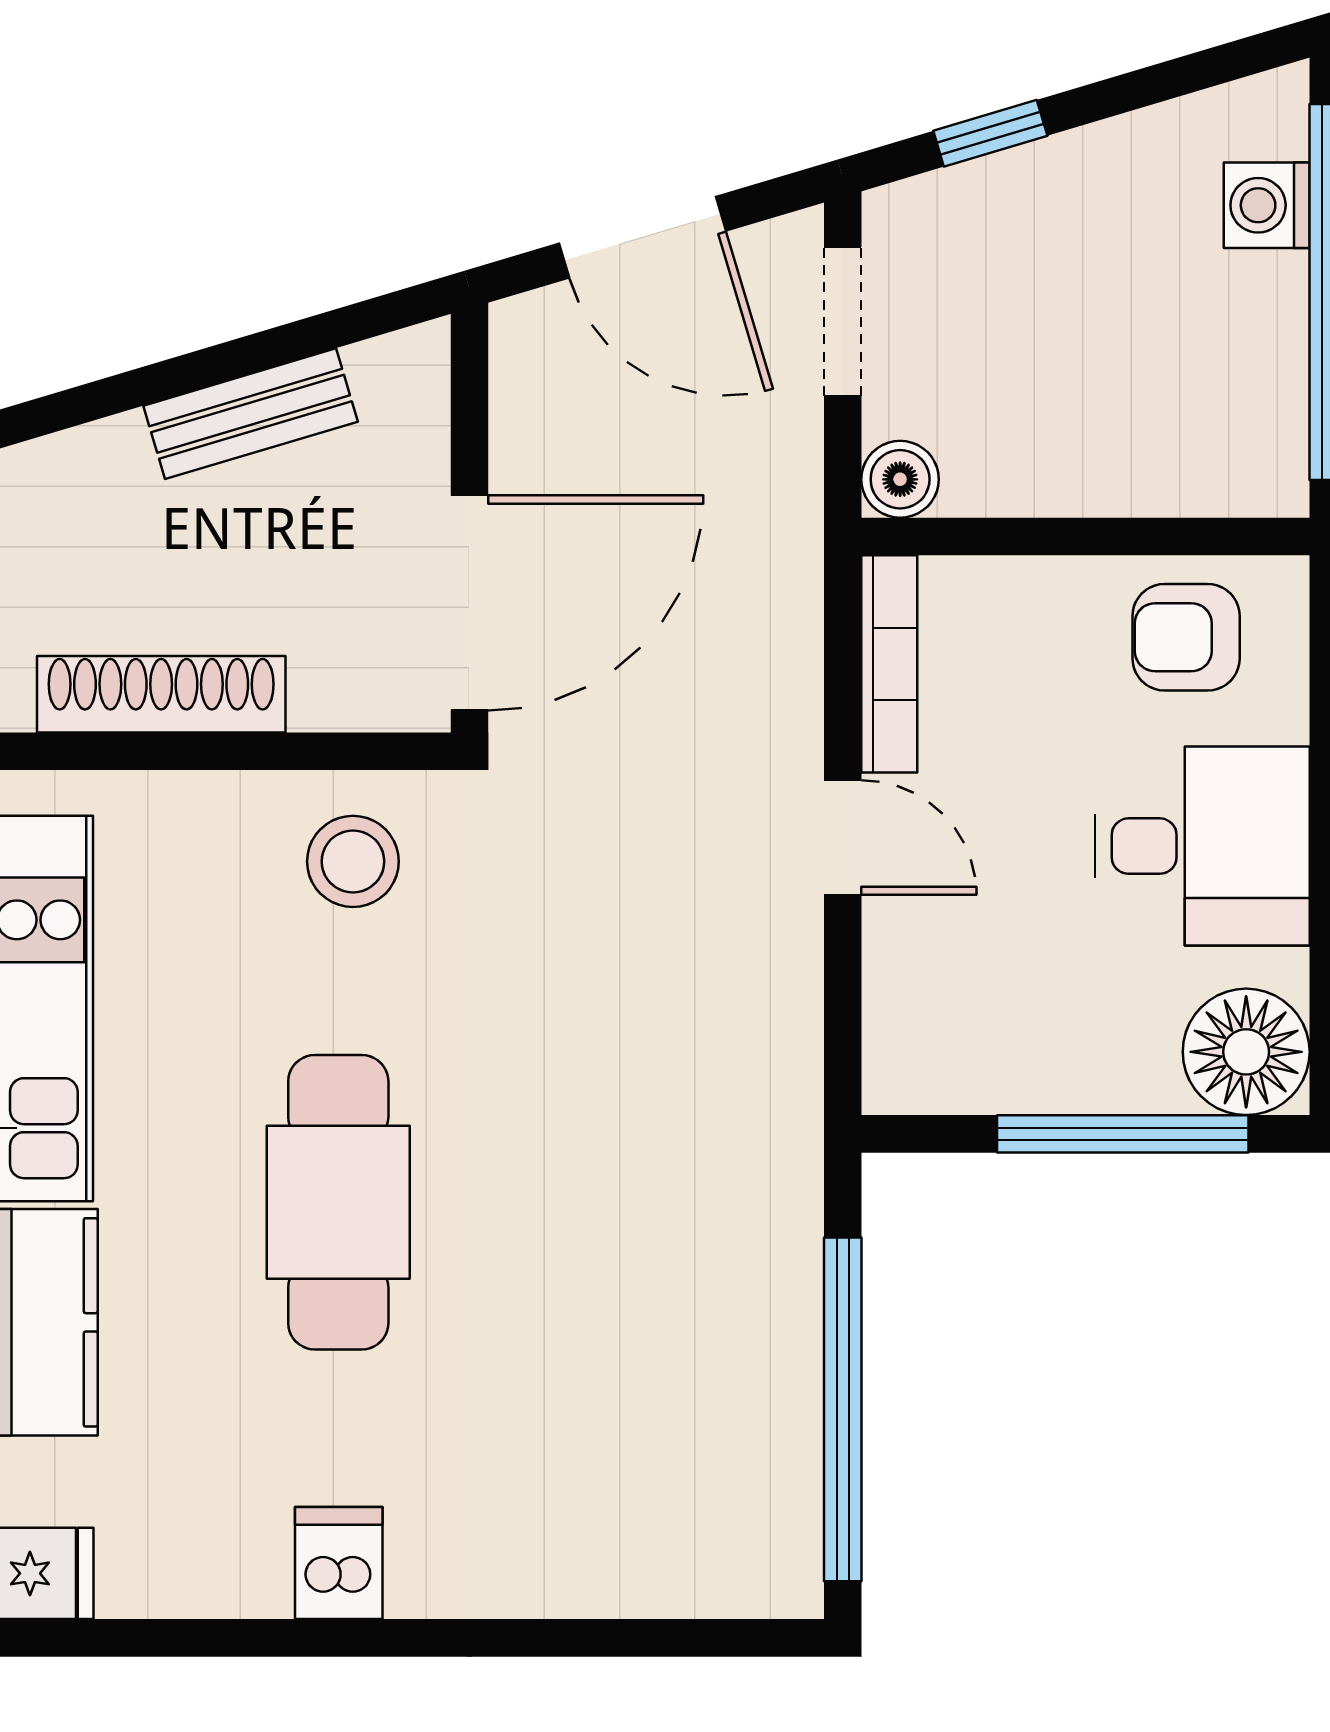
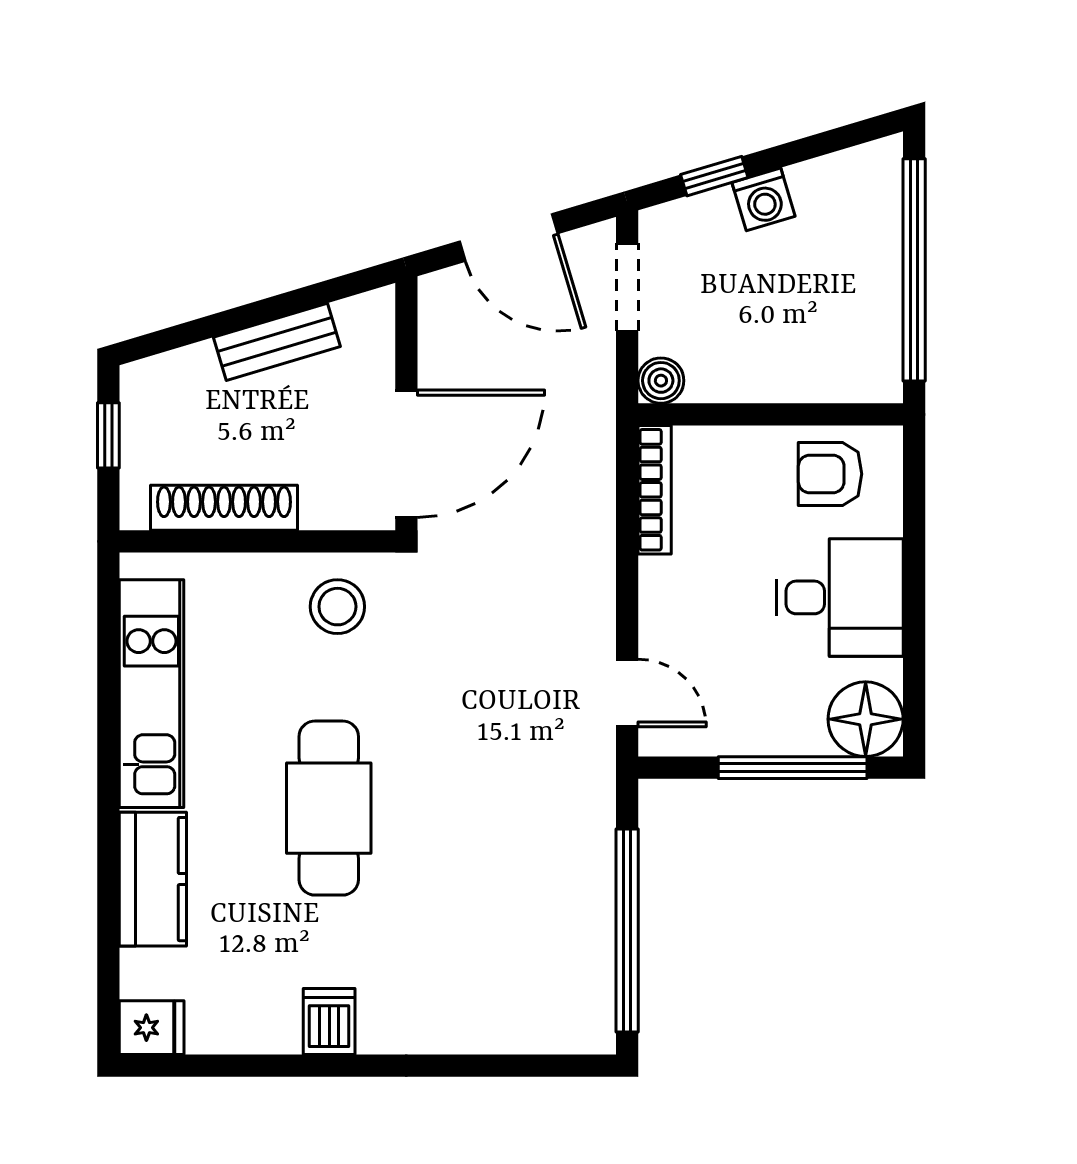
washing machine: (1267, 205) -> (763, 199), moved, turned -107
door: (843, 837) -> (627, 693), moved

